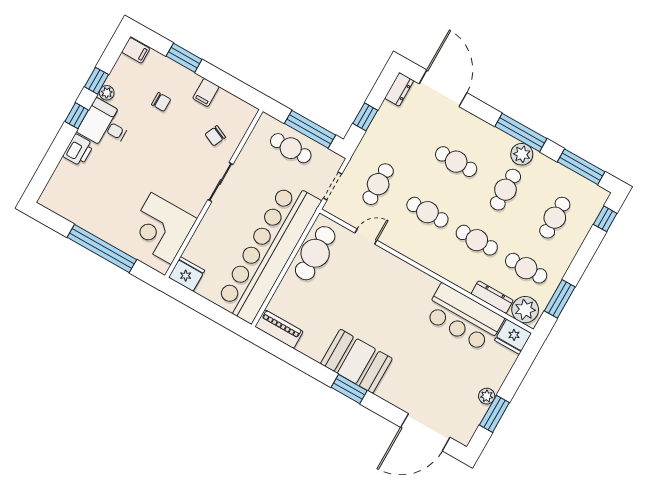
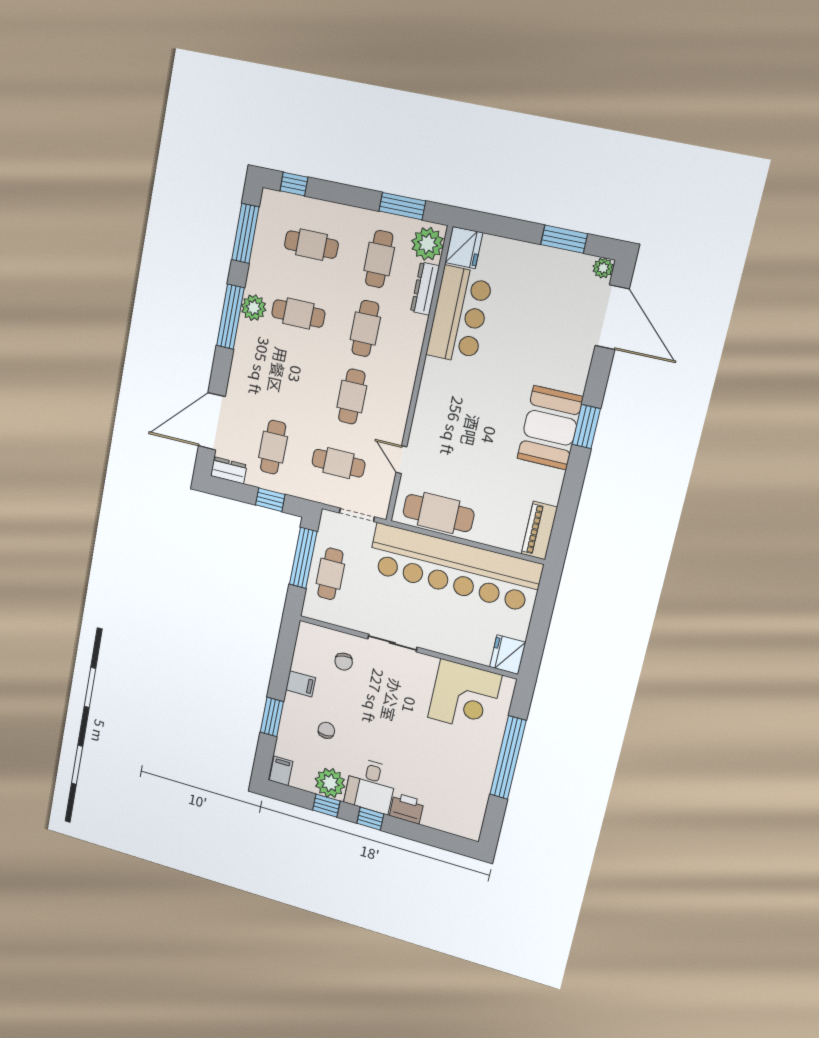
plant: (107, 93) -> (330, 783), width x1.88, depth x1.88
chair: (215, 136) -> (344, 662), turned 58
cafe table: (456, 162) -> (273, 447), moved
plant: (487, 396) -> (603, 268), moved

